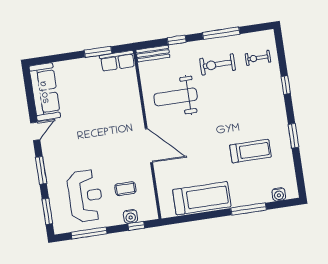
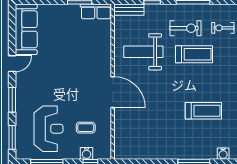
exercise bike: (217, 64) -> (186, 28), turned 180
treadmill: (202, 198) -> (194, 54), moved, width x0.73, depth x0.73

